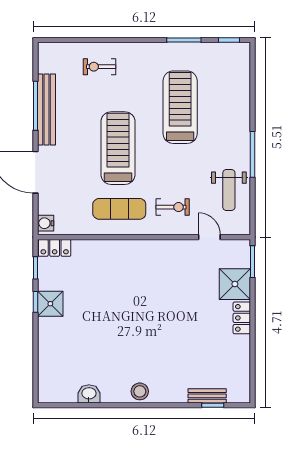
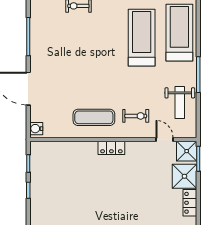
bench: (47, 109) -> (37, 39), removed
treadmill: (118, 148) -> (179, 33), moved
locker: (55, 248) -> (111, 148), moved
shower: (50, 304) -> (187, 151), moved

